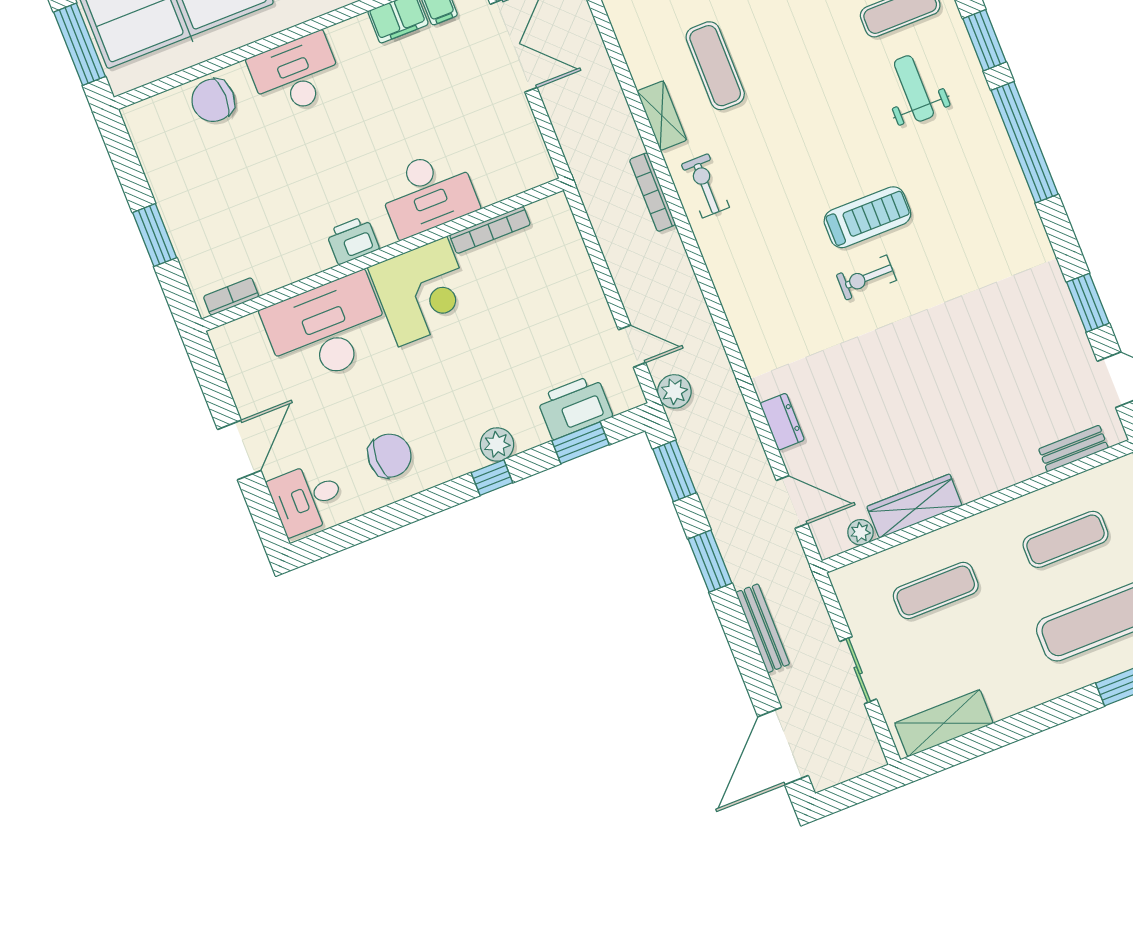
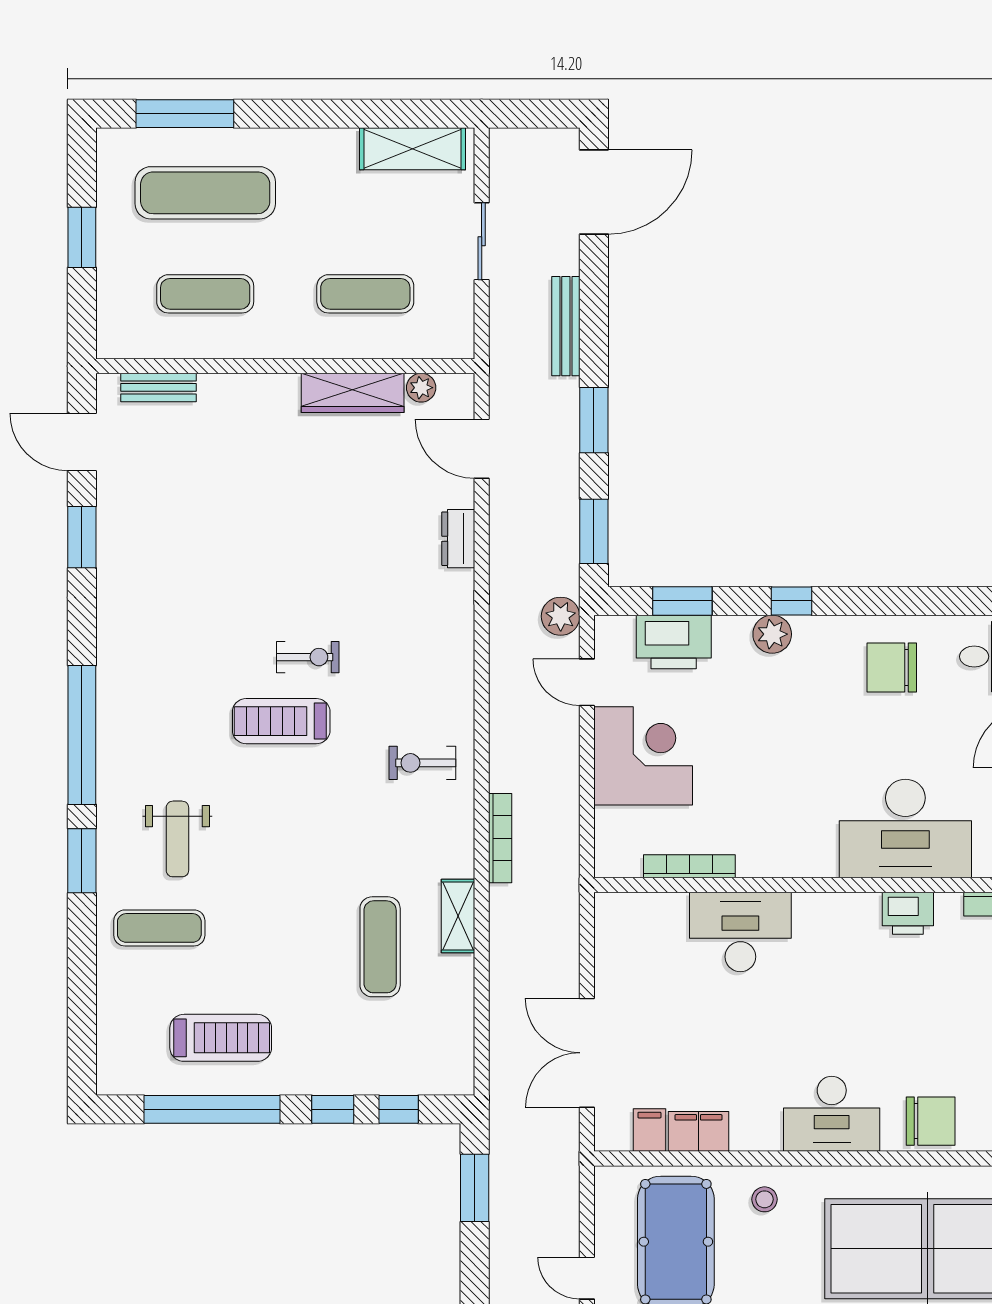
exercise bike: (705, 186) -> (422, 763), moved, turned 90
printer: (352, 240) -> (908, 913), moved
corner desk: (423, 292) -> (643, 756), moved, turned 90

